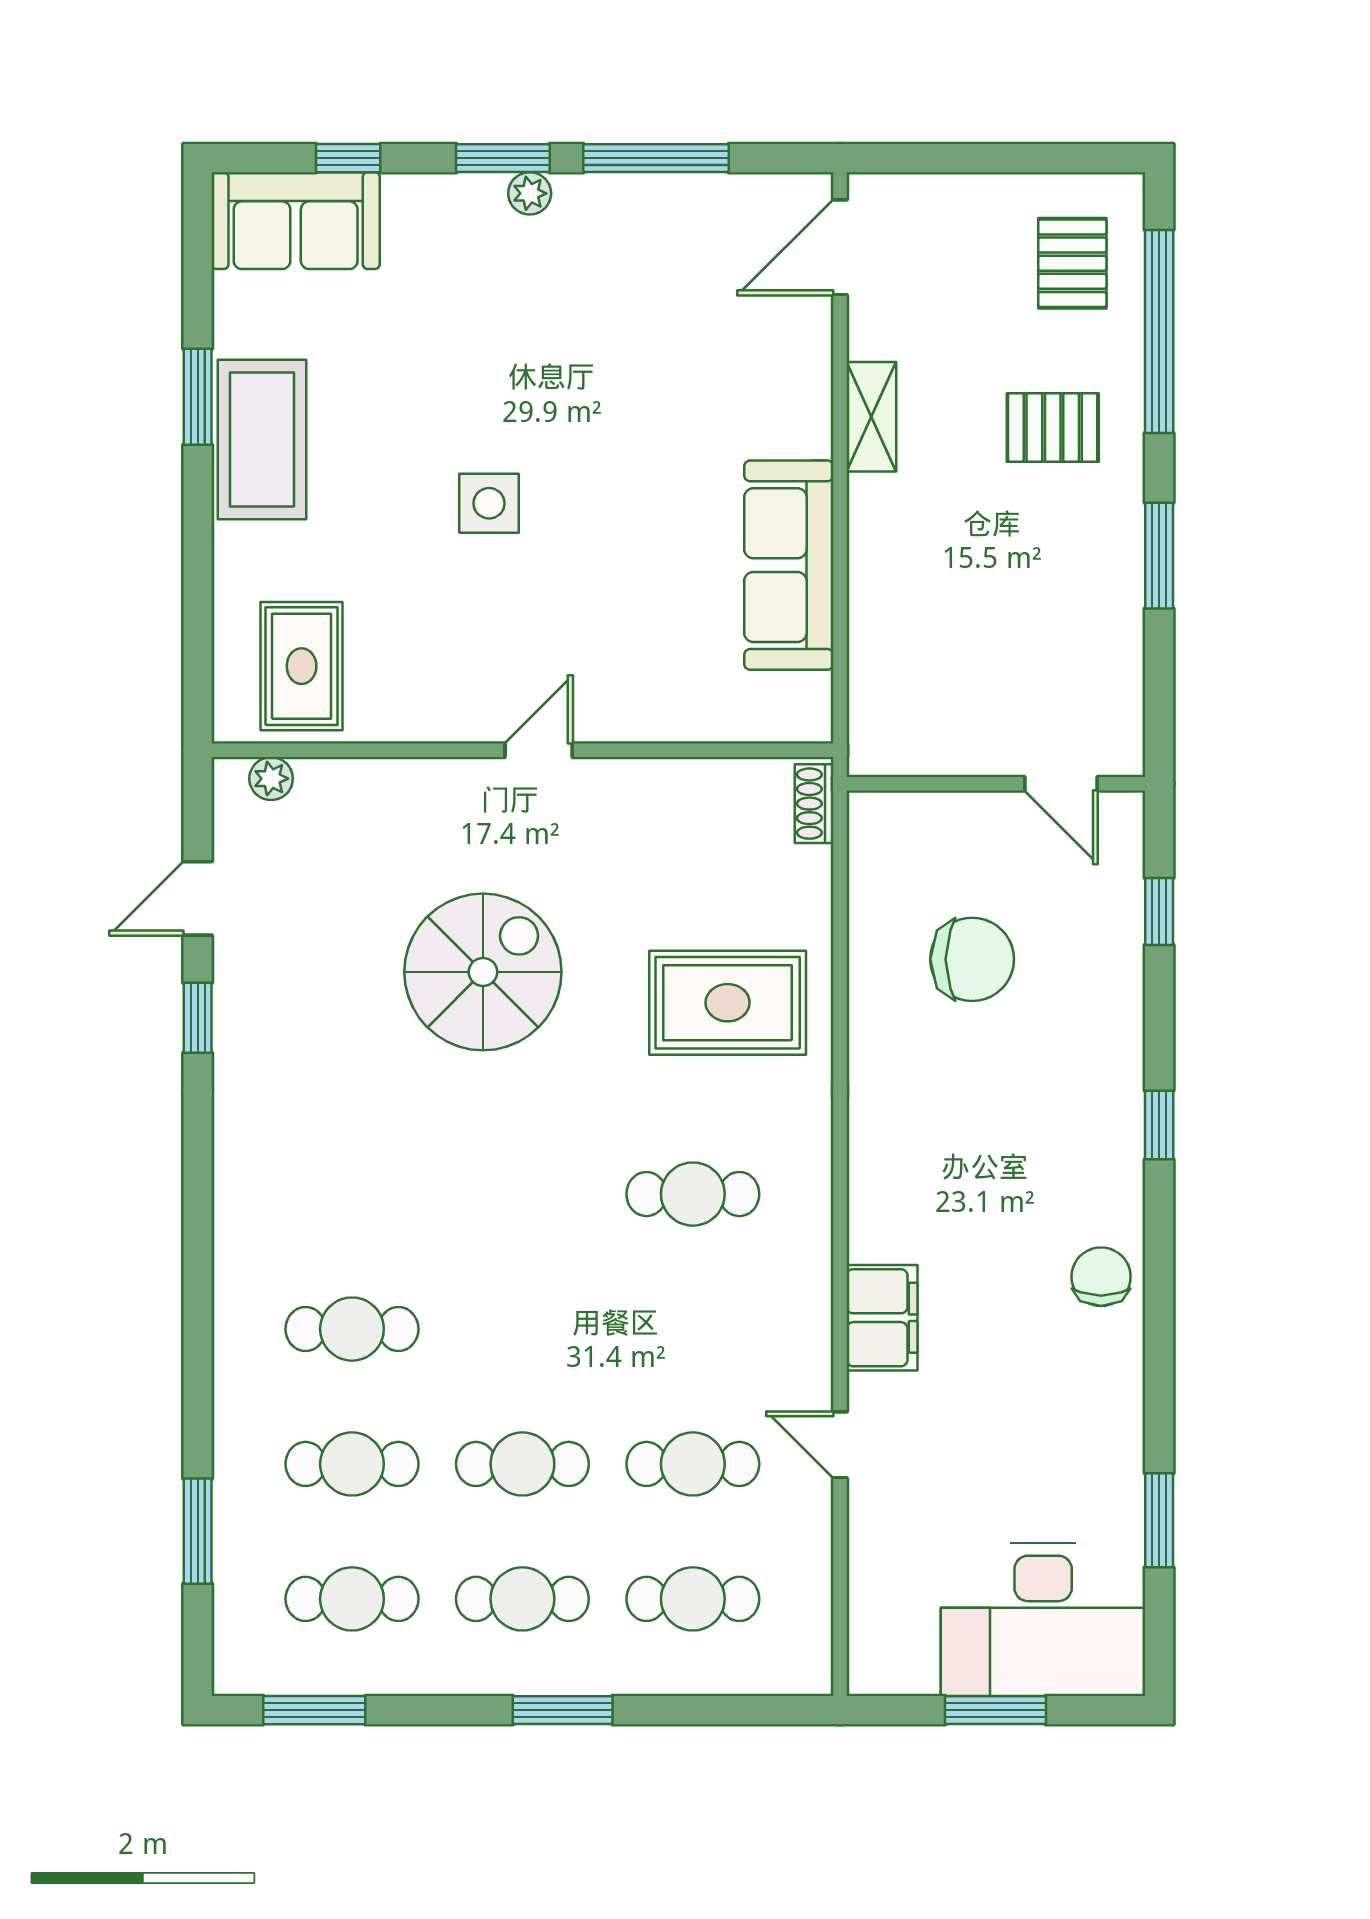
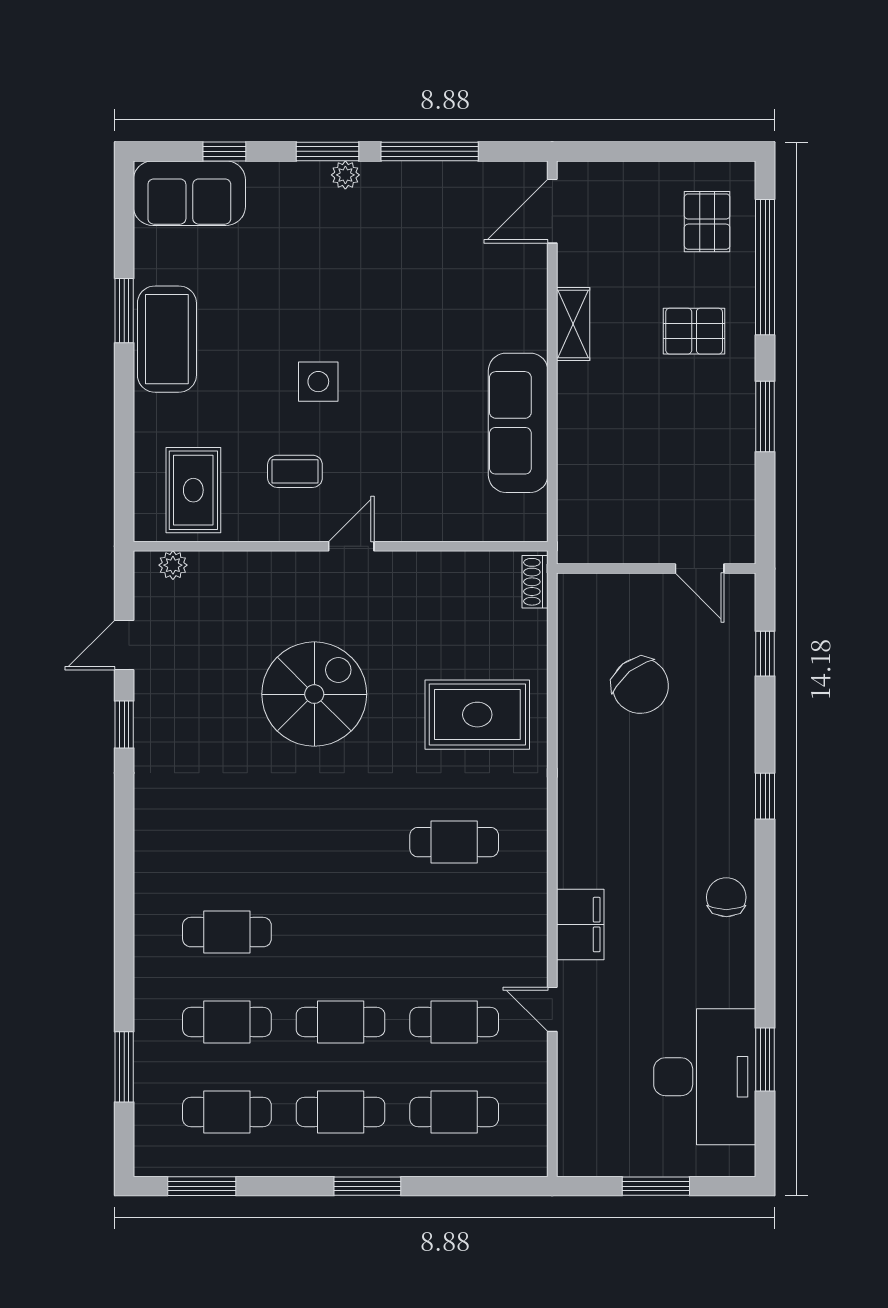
coffee table: (454, 638) -> (295, 471), added
chair: (972, 959) -> (640, 686), turned 51
desk: (1043, 1620) -> (705, 1077), moved, turned -90

